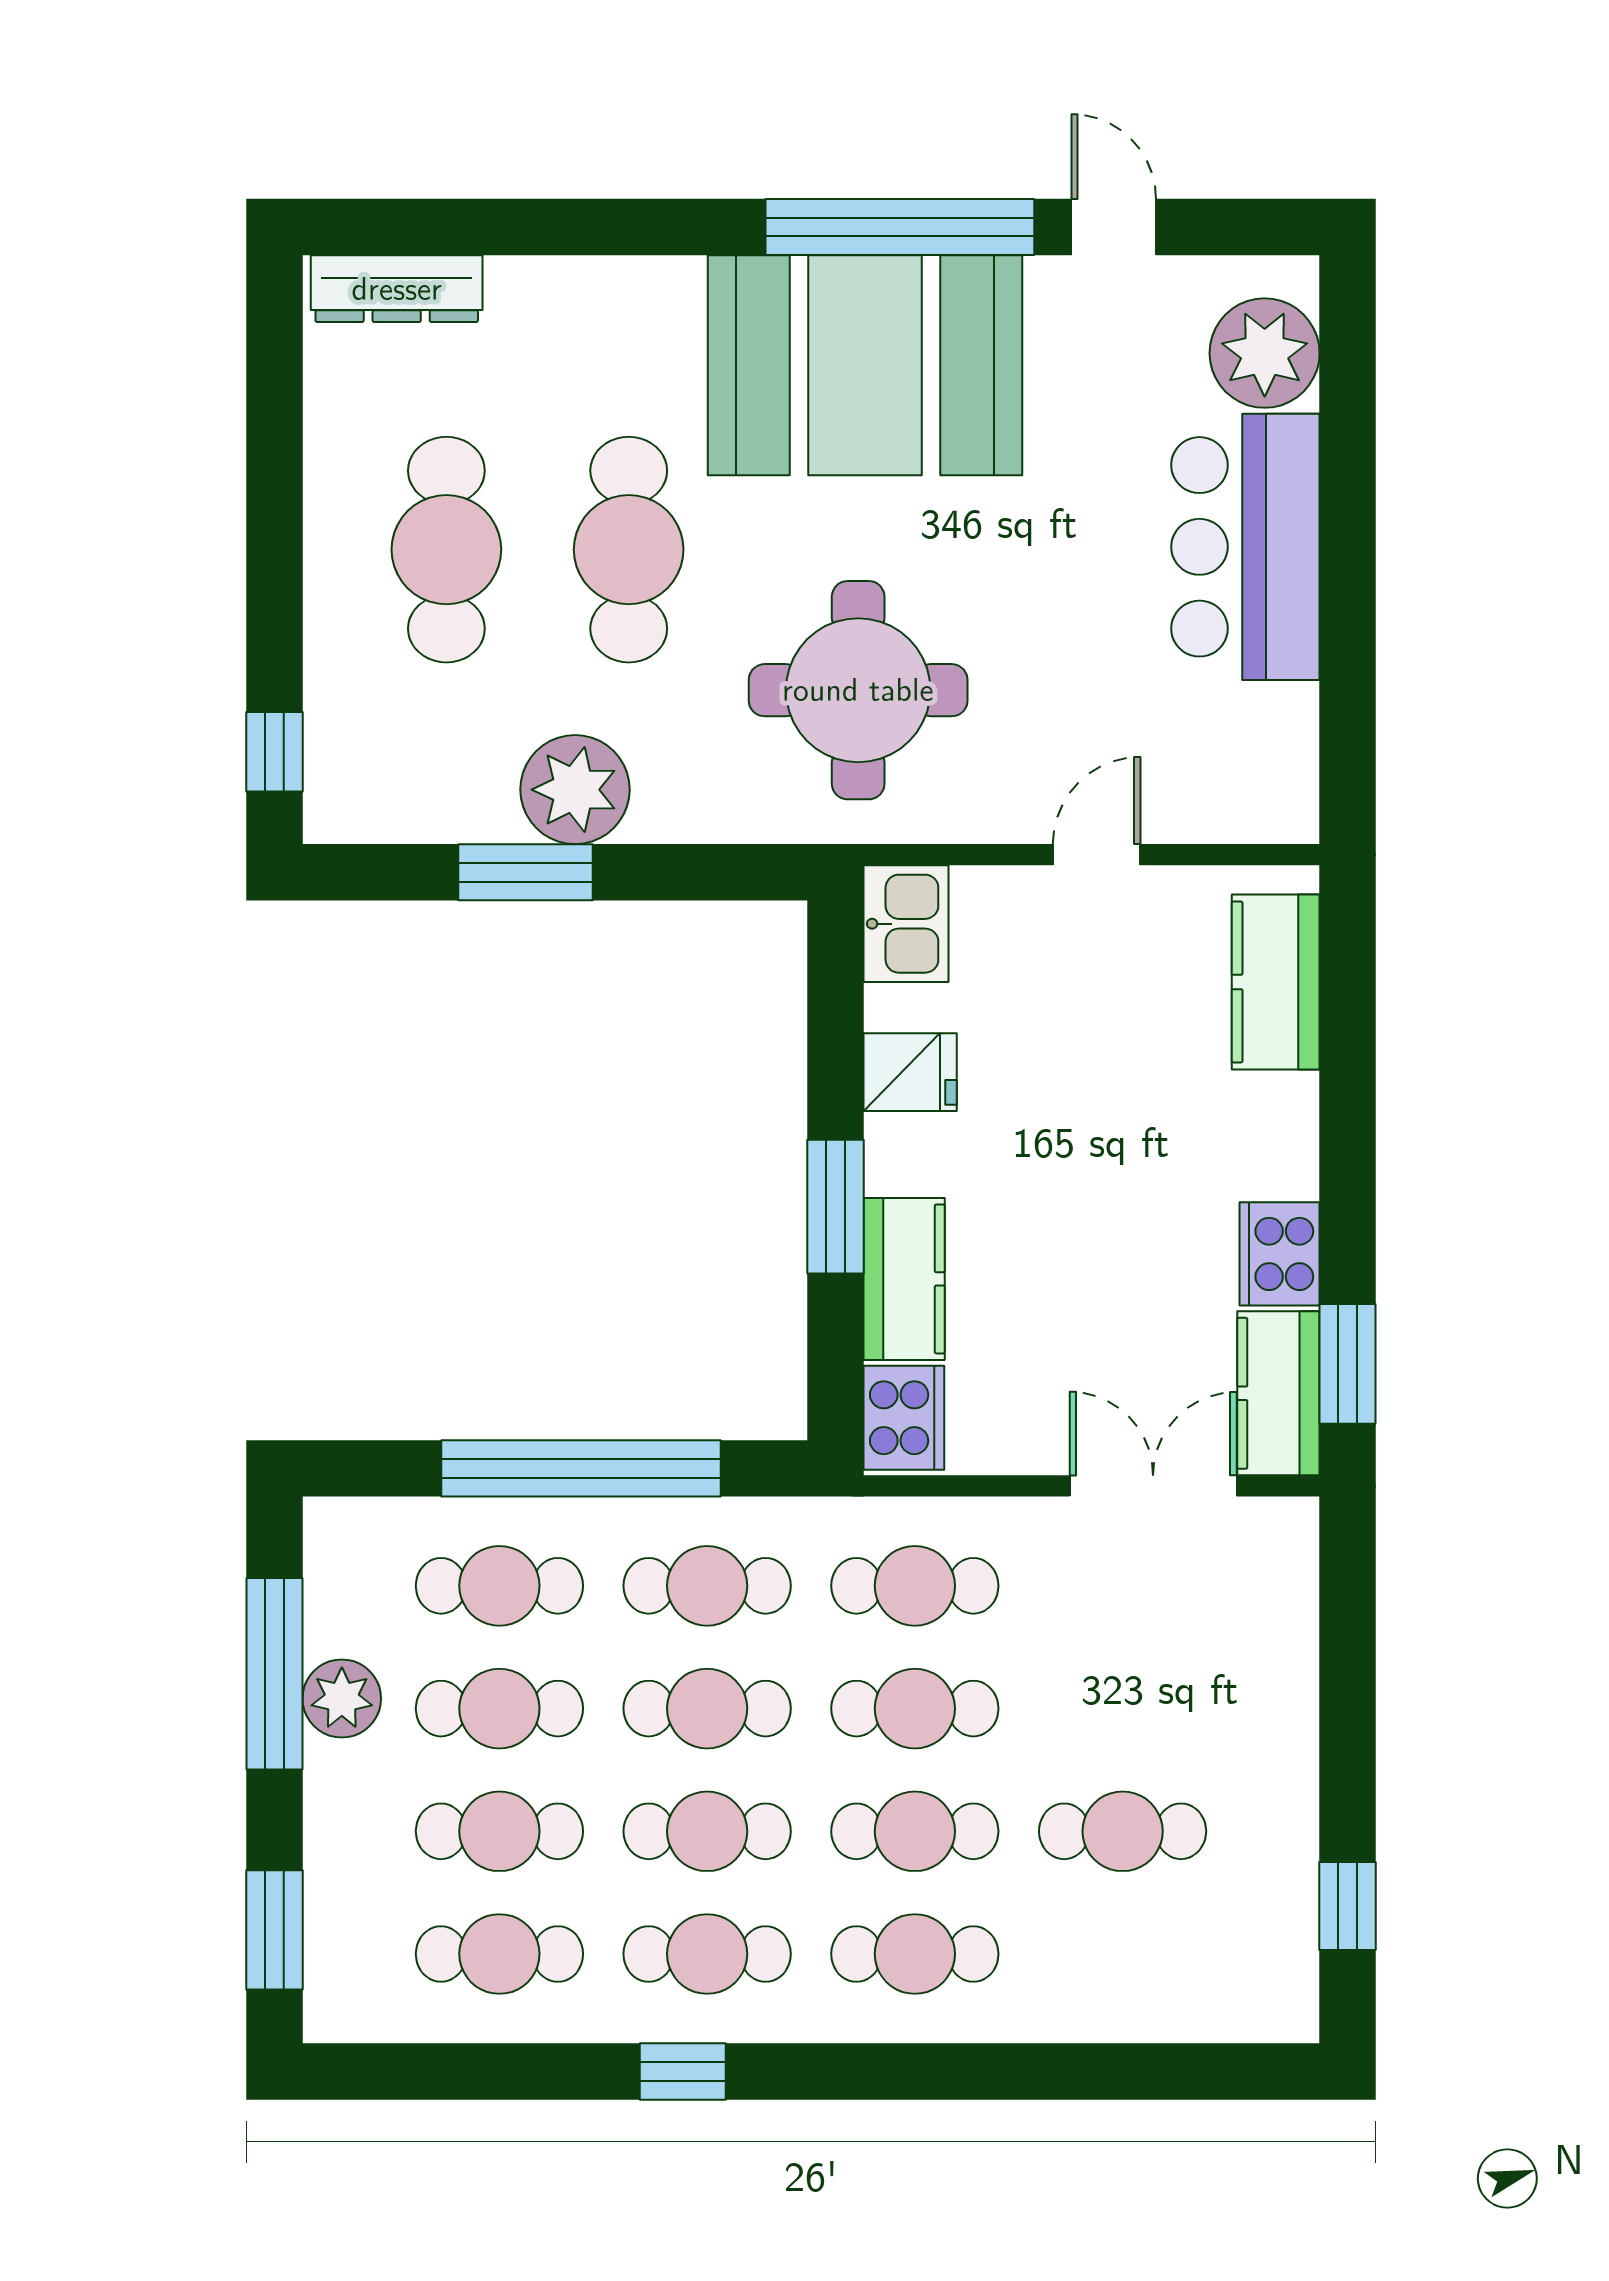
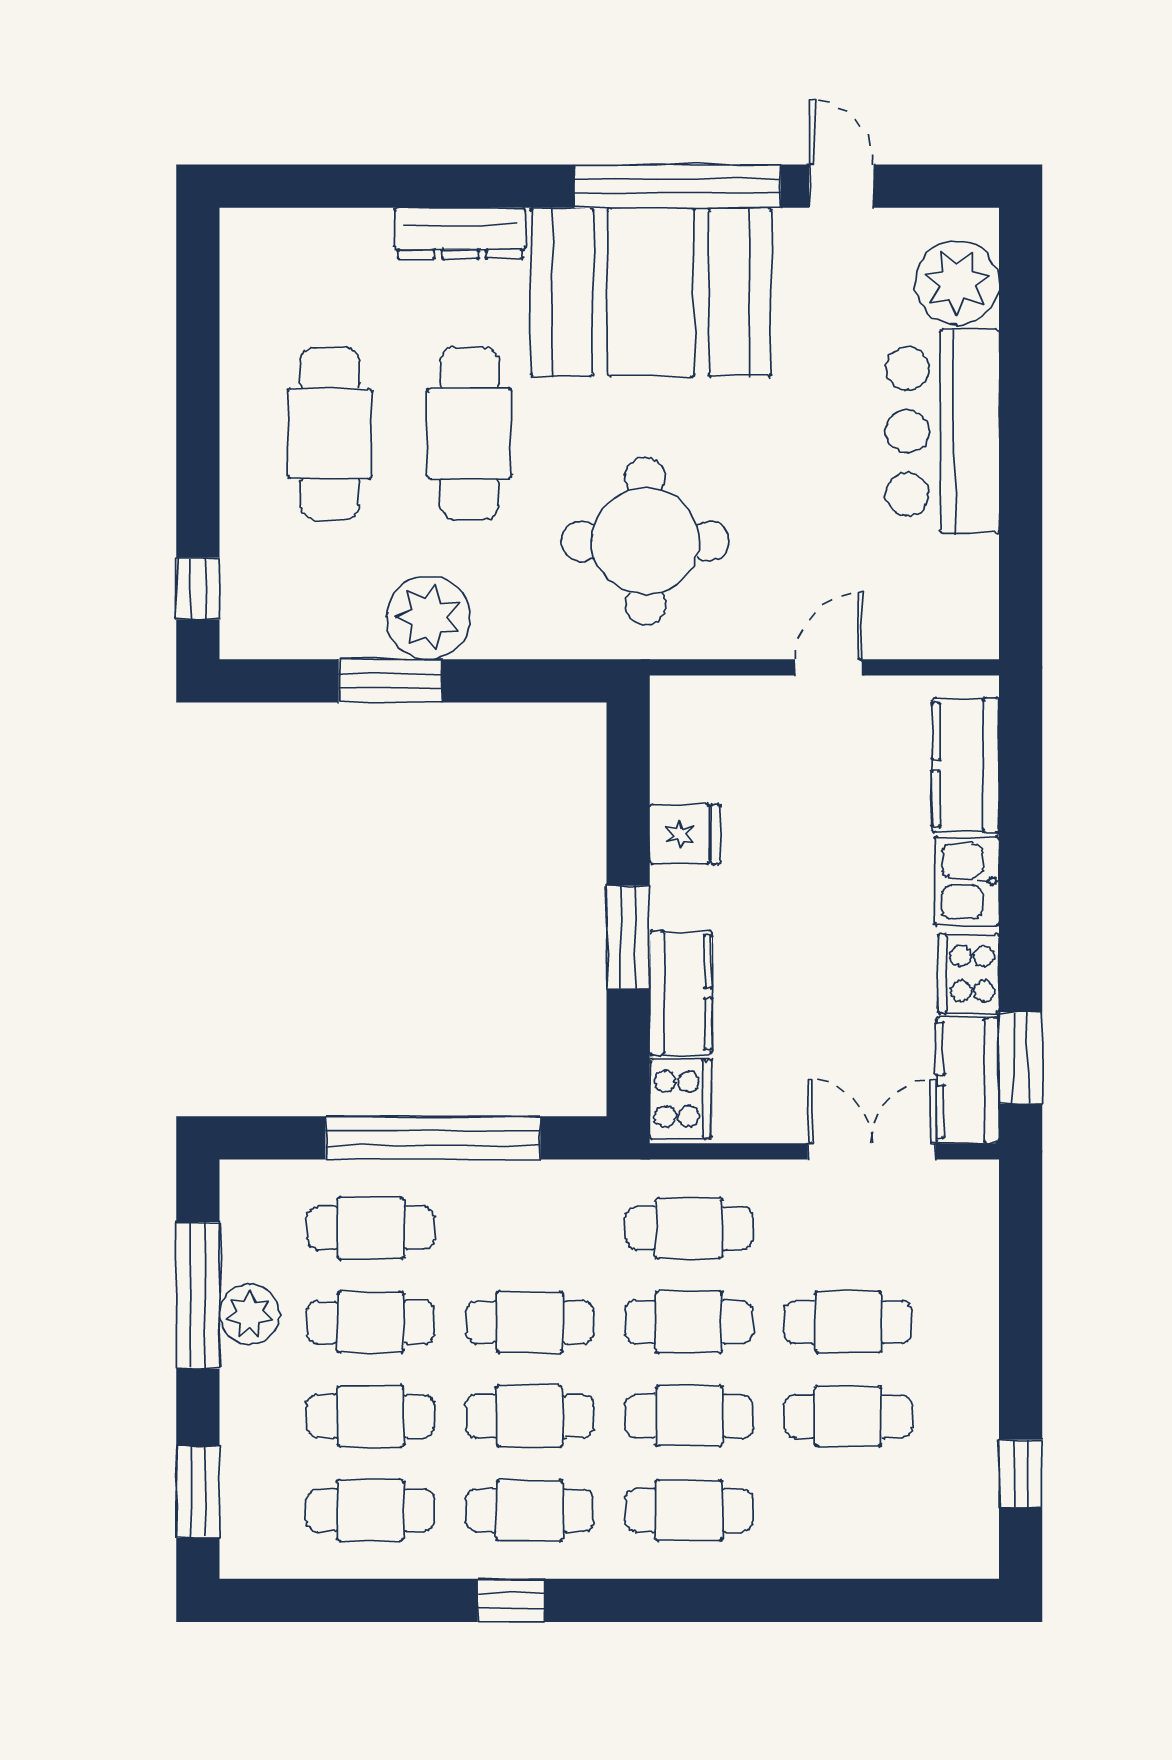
dresser: (397, 289) -> (460, 233), moved
kitchen sink: (906, 924) -> (967, 881), moved, turned 180
cafe table: (707, 1586) -> (848, 1322), moved

